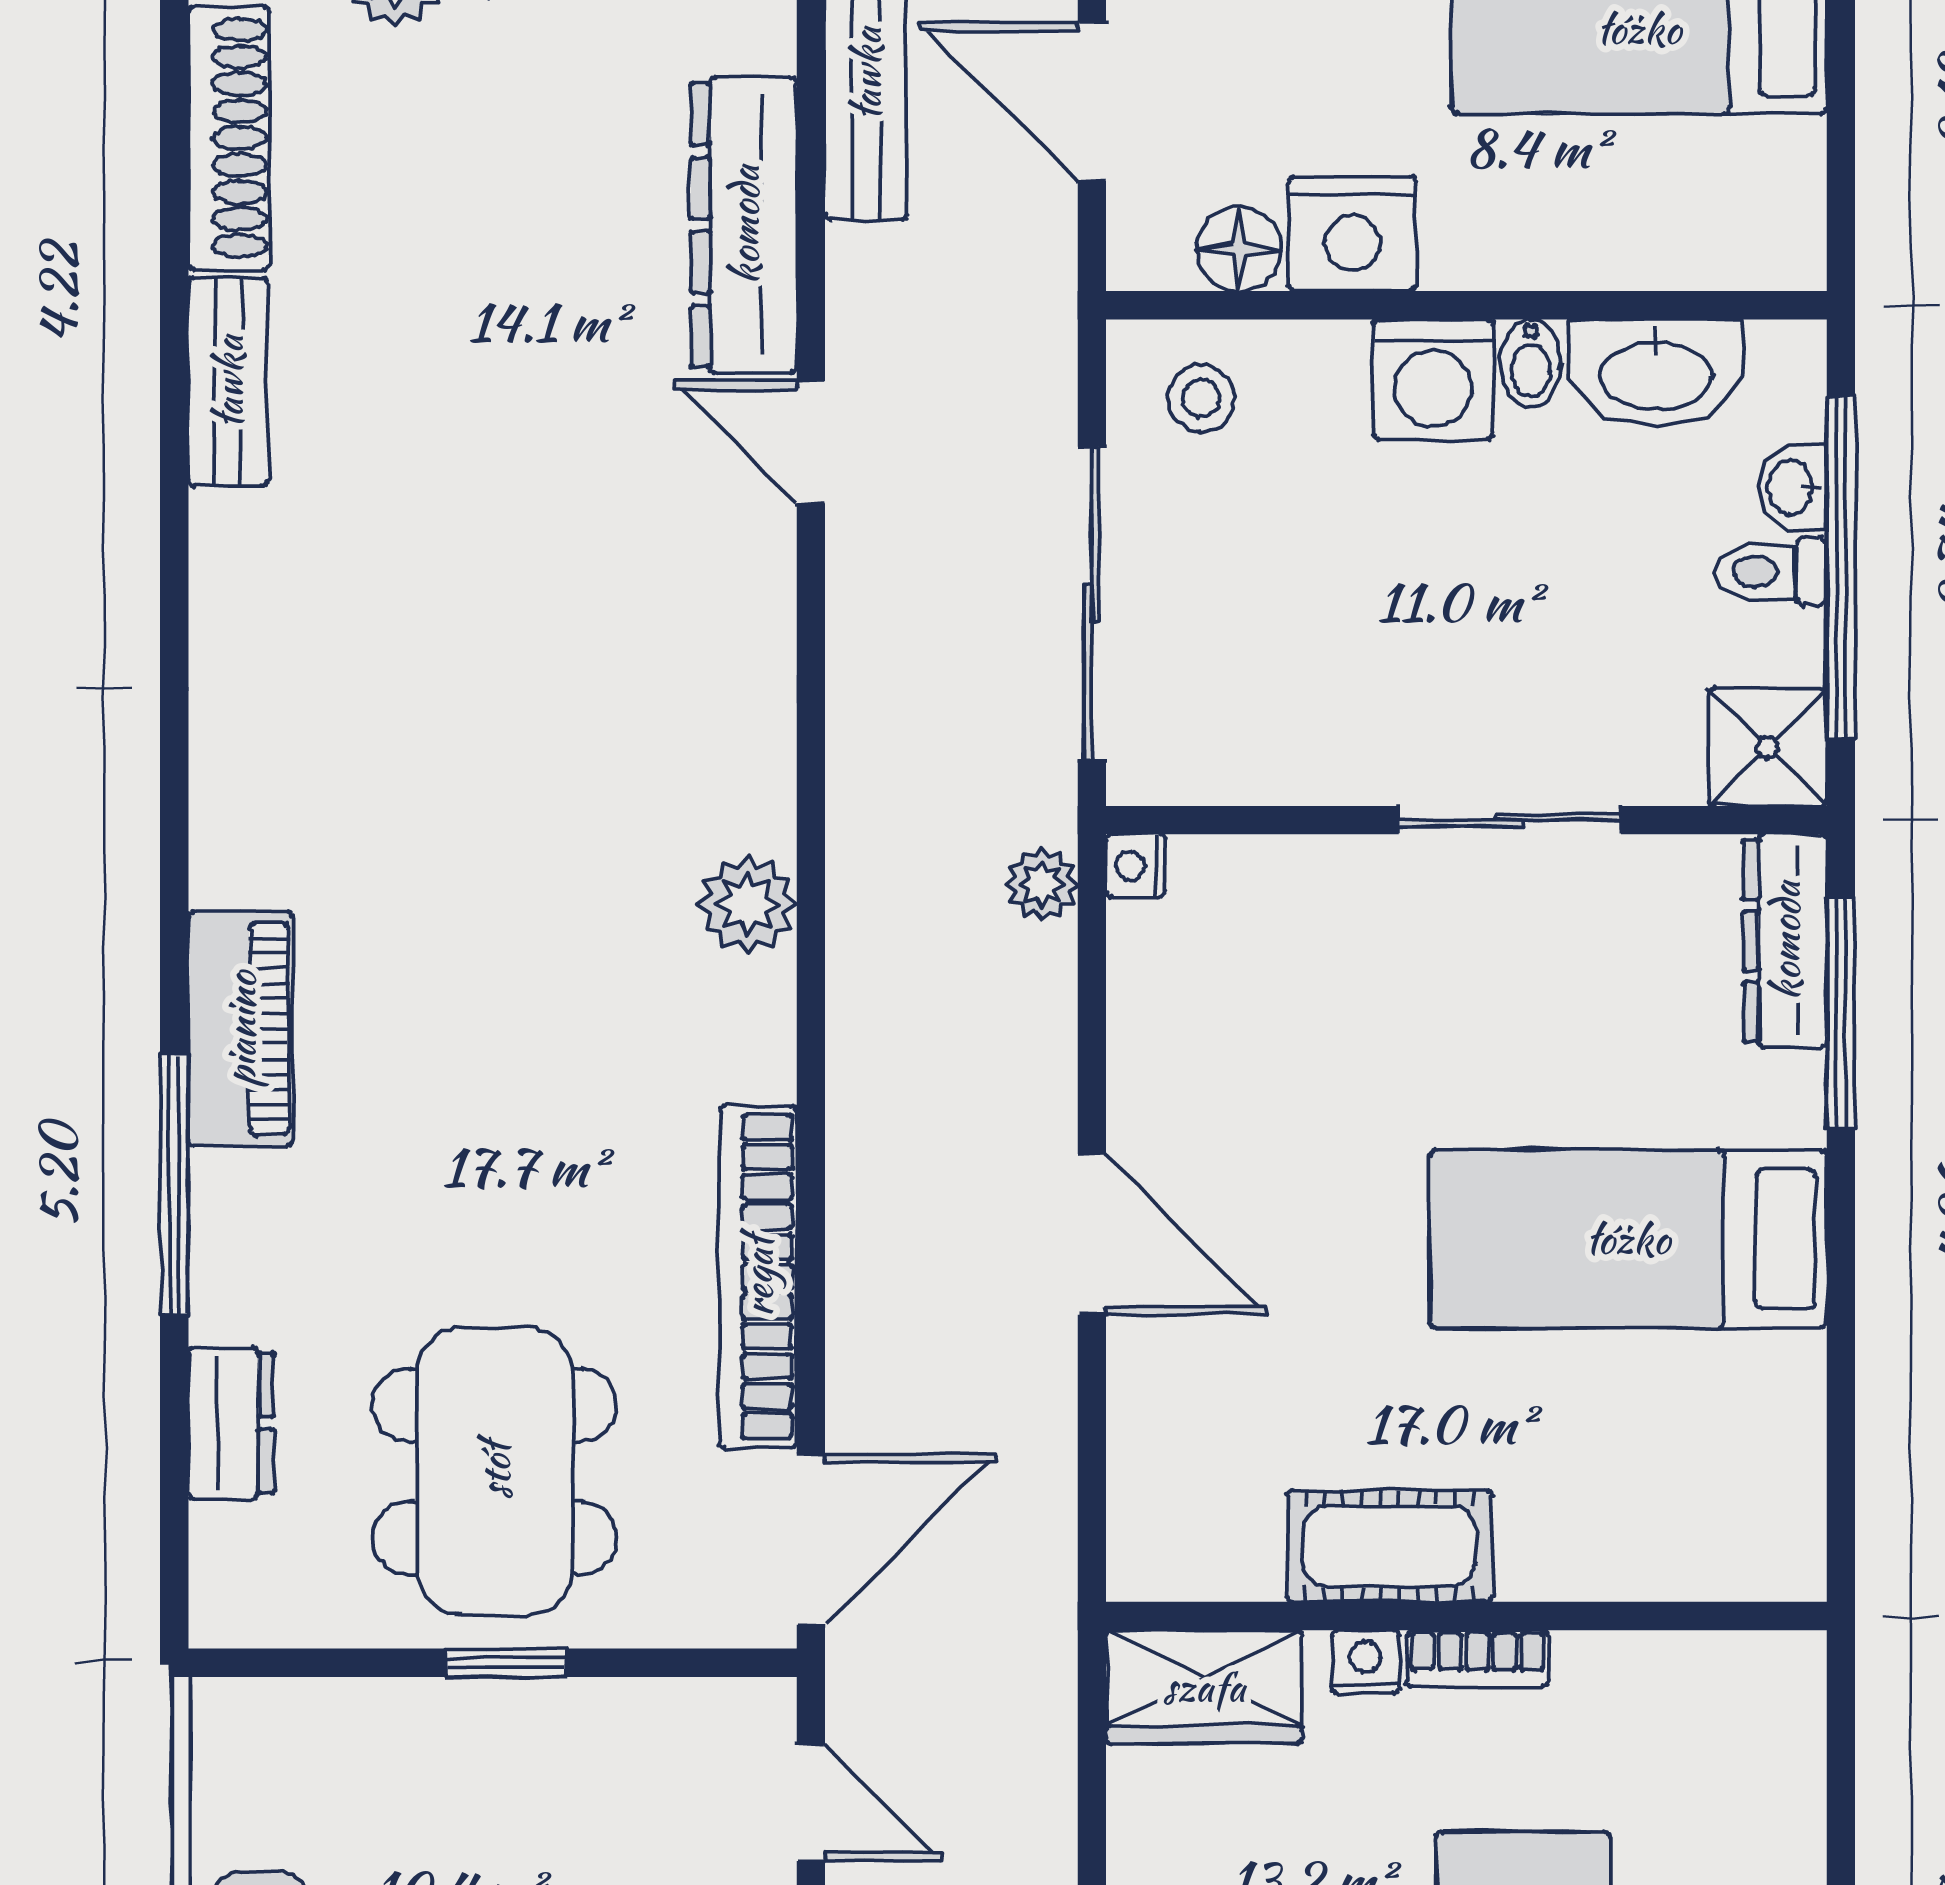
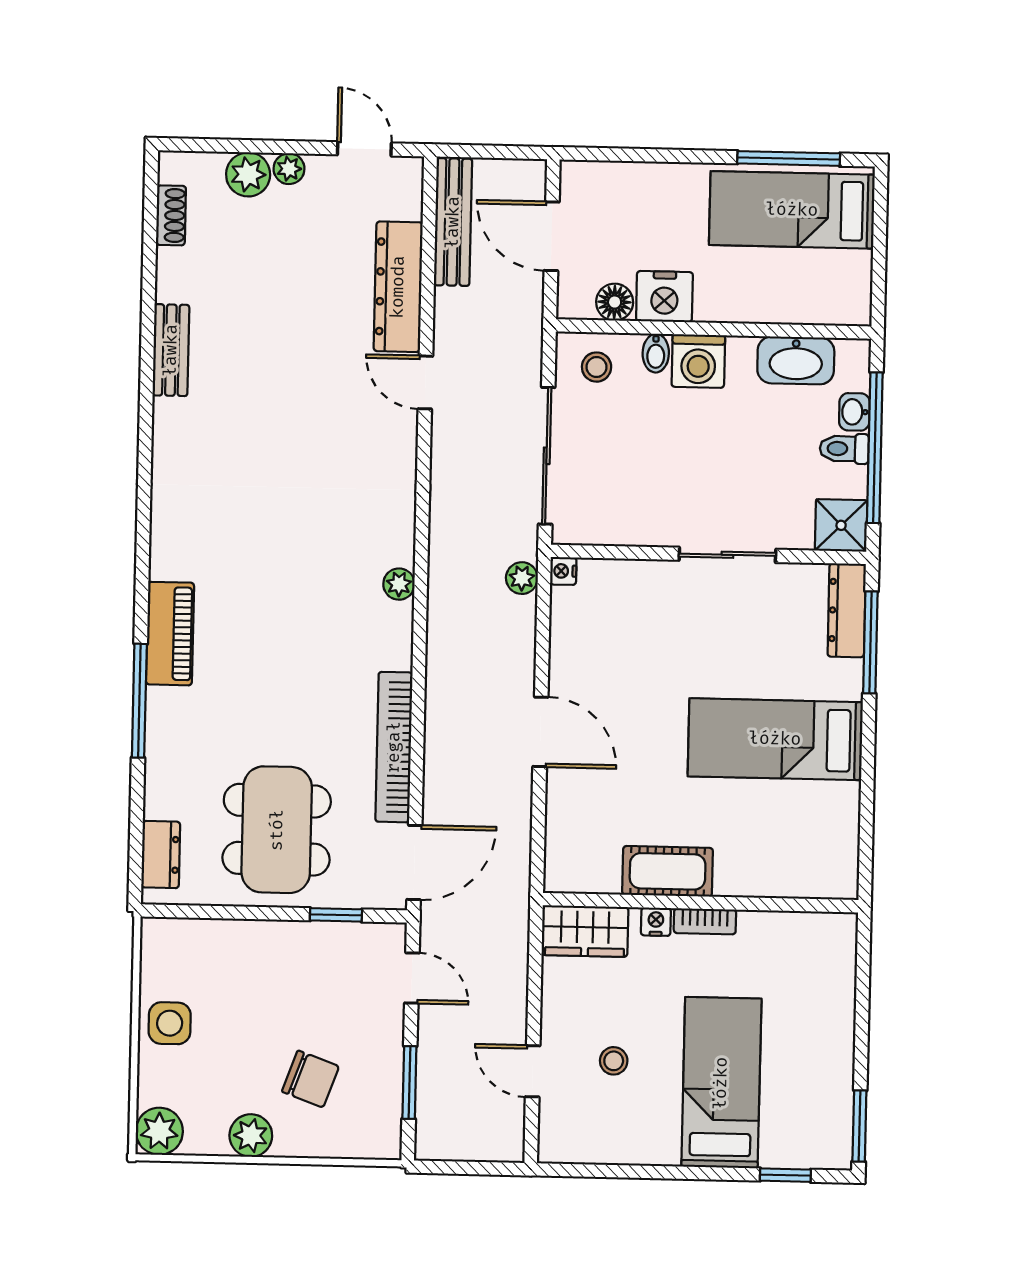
shoe rack: (229, 138) -> (171, 215), width x0.51, depth x0.81
bidet: (1531, 363) -> (656, 353), moved
plant: (748, 904) -> (399, 584), width x0.73, depth x0.73
dresser: (231, 1423) -> (161, 855), moved
window: (506, 1663) -> (336, 915), moved

